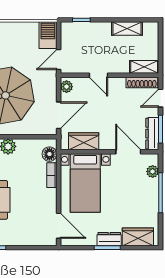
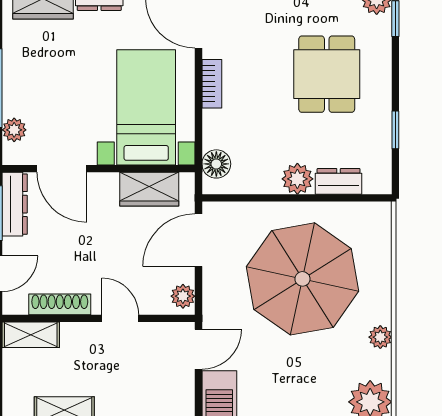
shoe rack: (142, 82) -> (60, 304), moved
bookcase: (52, 175) -> (212, 84), moved

